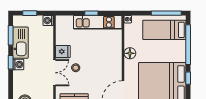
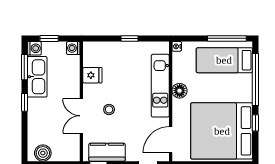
kitchen unit: (98, 22) -> (160, 86), moved, turned 90
fridge: (63, 52) -> (92, 75), moved
washing machine: (18, 64) -> (34, 48), moved
double door: (55, 73) -> (81, 116), swing flipped

